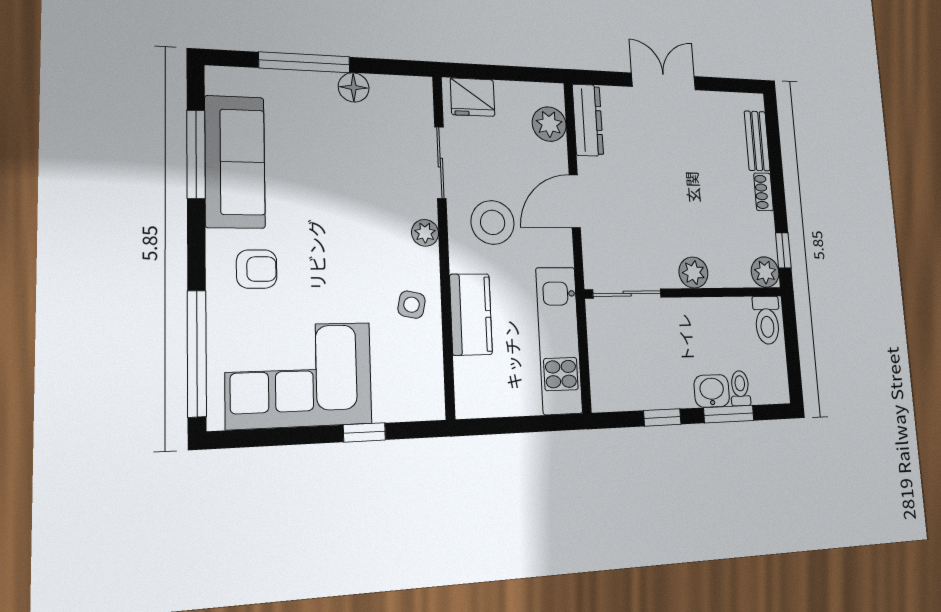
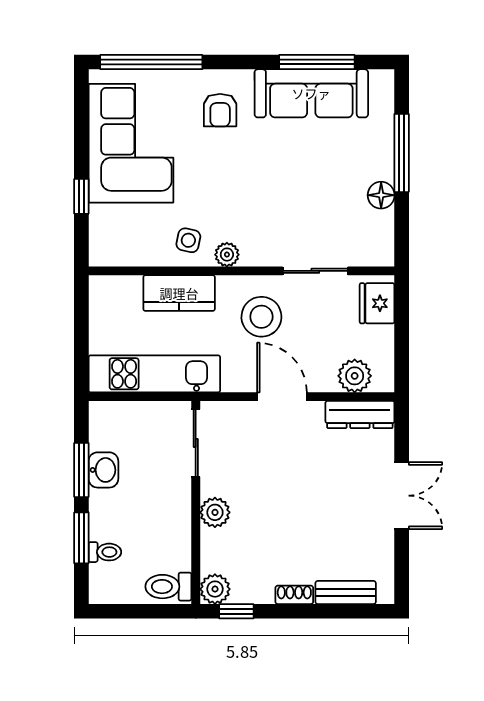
plant: (425, 233) -> (227, 255), moved
washbasin: (712, 391) -> (103, 470), moved
window: (662, 417) -> (81, 470), width x1.50

